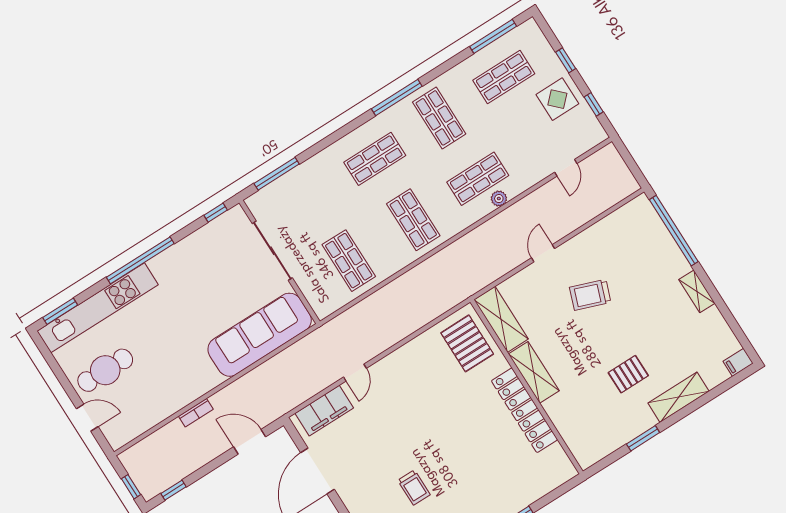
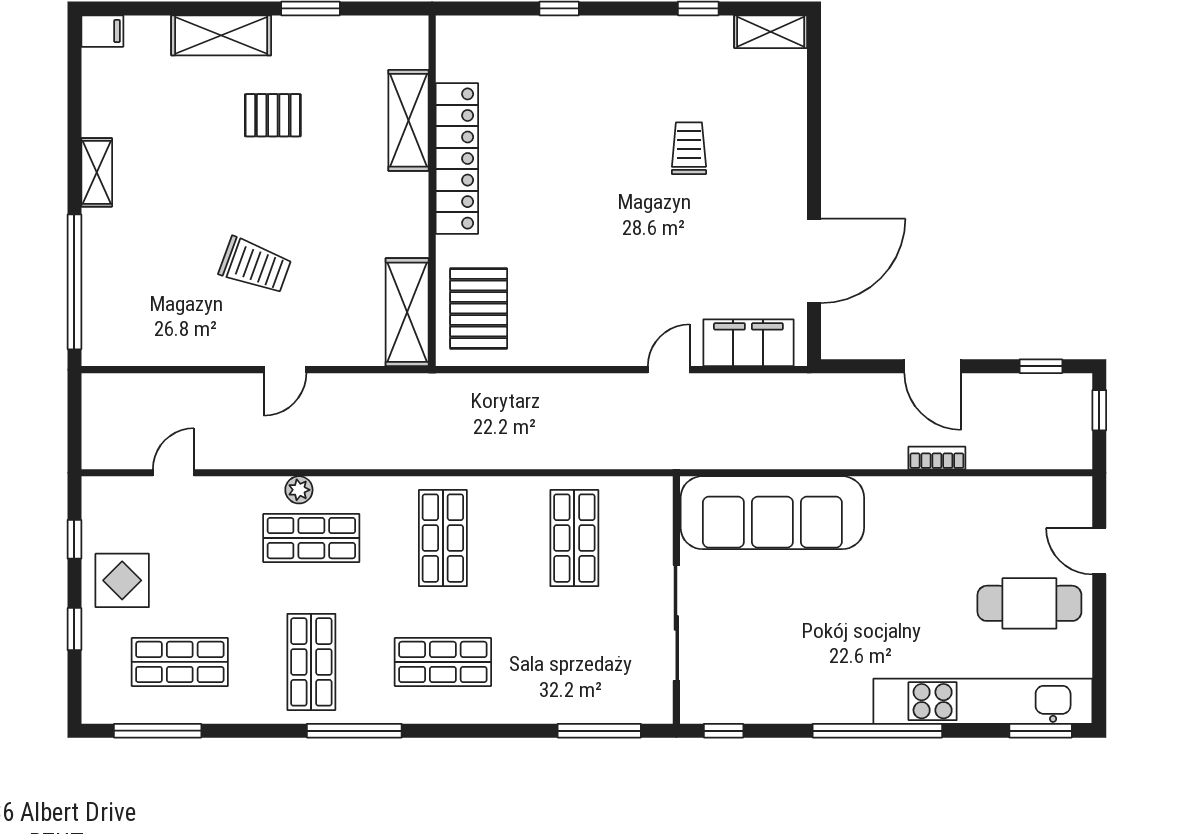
shelving: (534, 372) -> (409, 120), moved
door: (250, 442) -> (933, 366), moved

